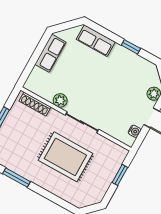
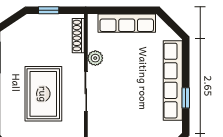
row of seats: (96, 41) -> (173, 81), width x2.02
row of seats: (50, 53) -> (127, 23), width x1.48

